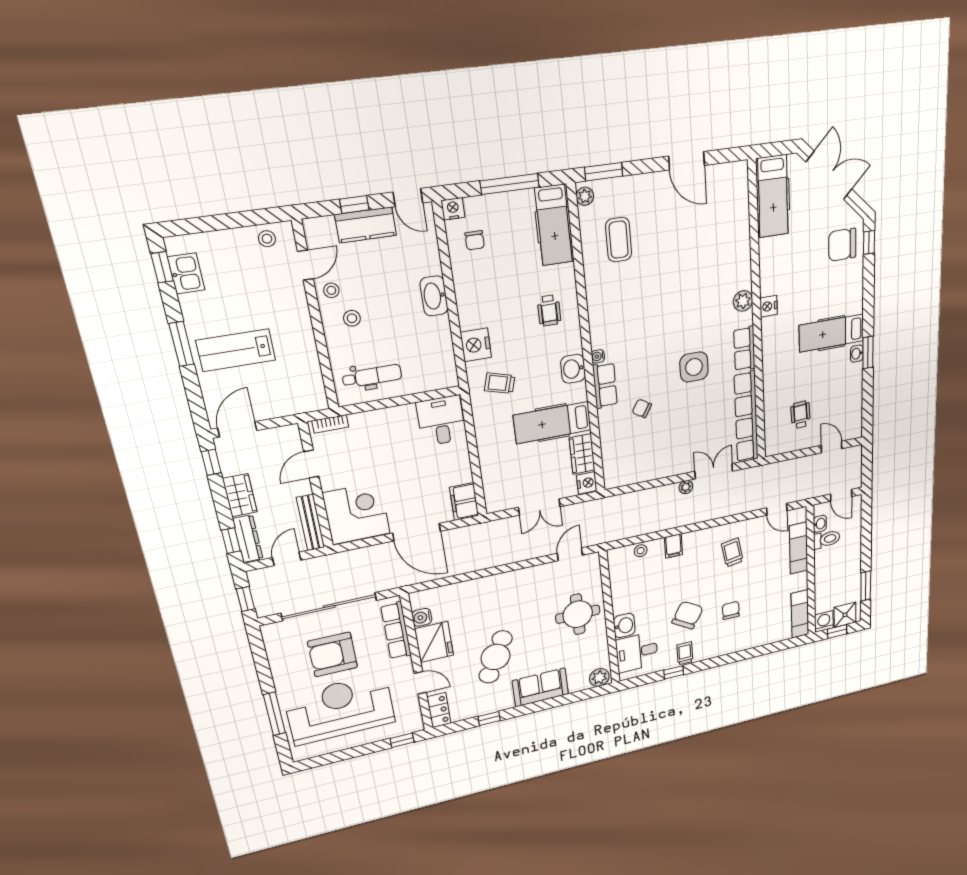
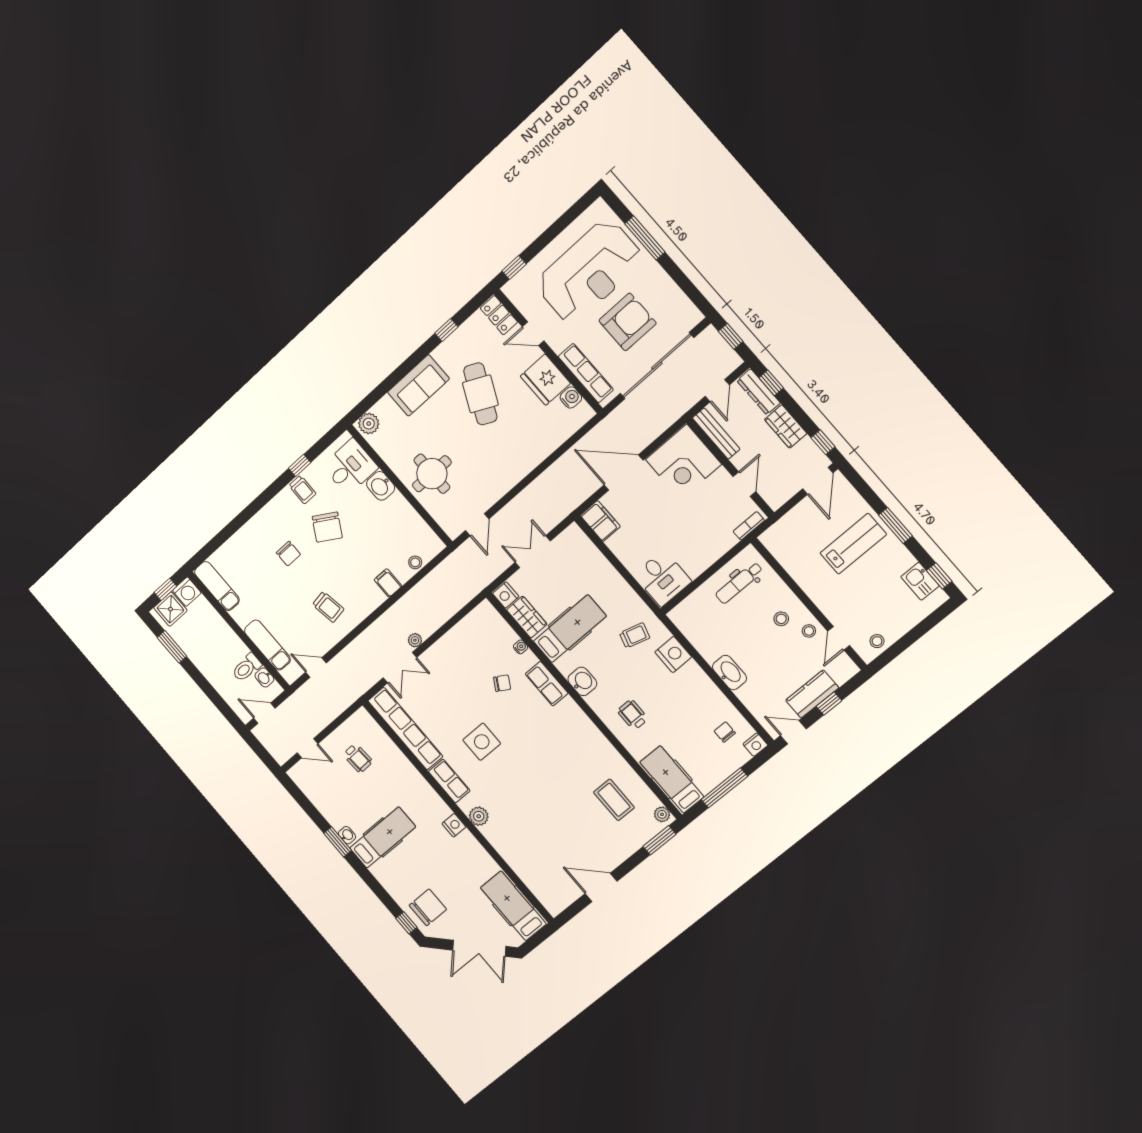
water cooler: (598, 356) -> (521, 647), moved

